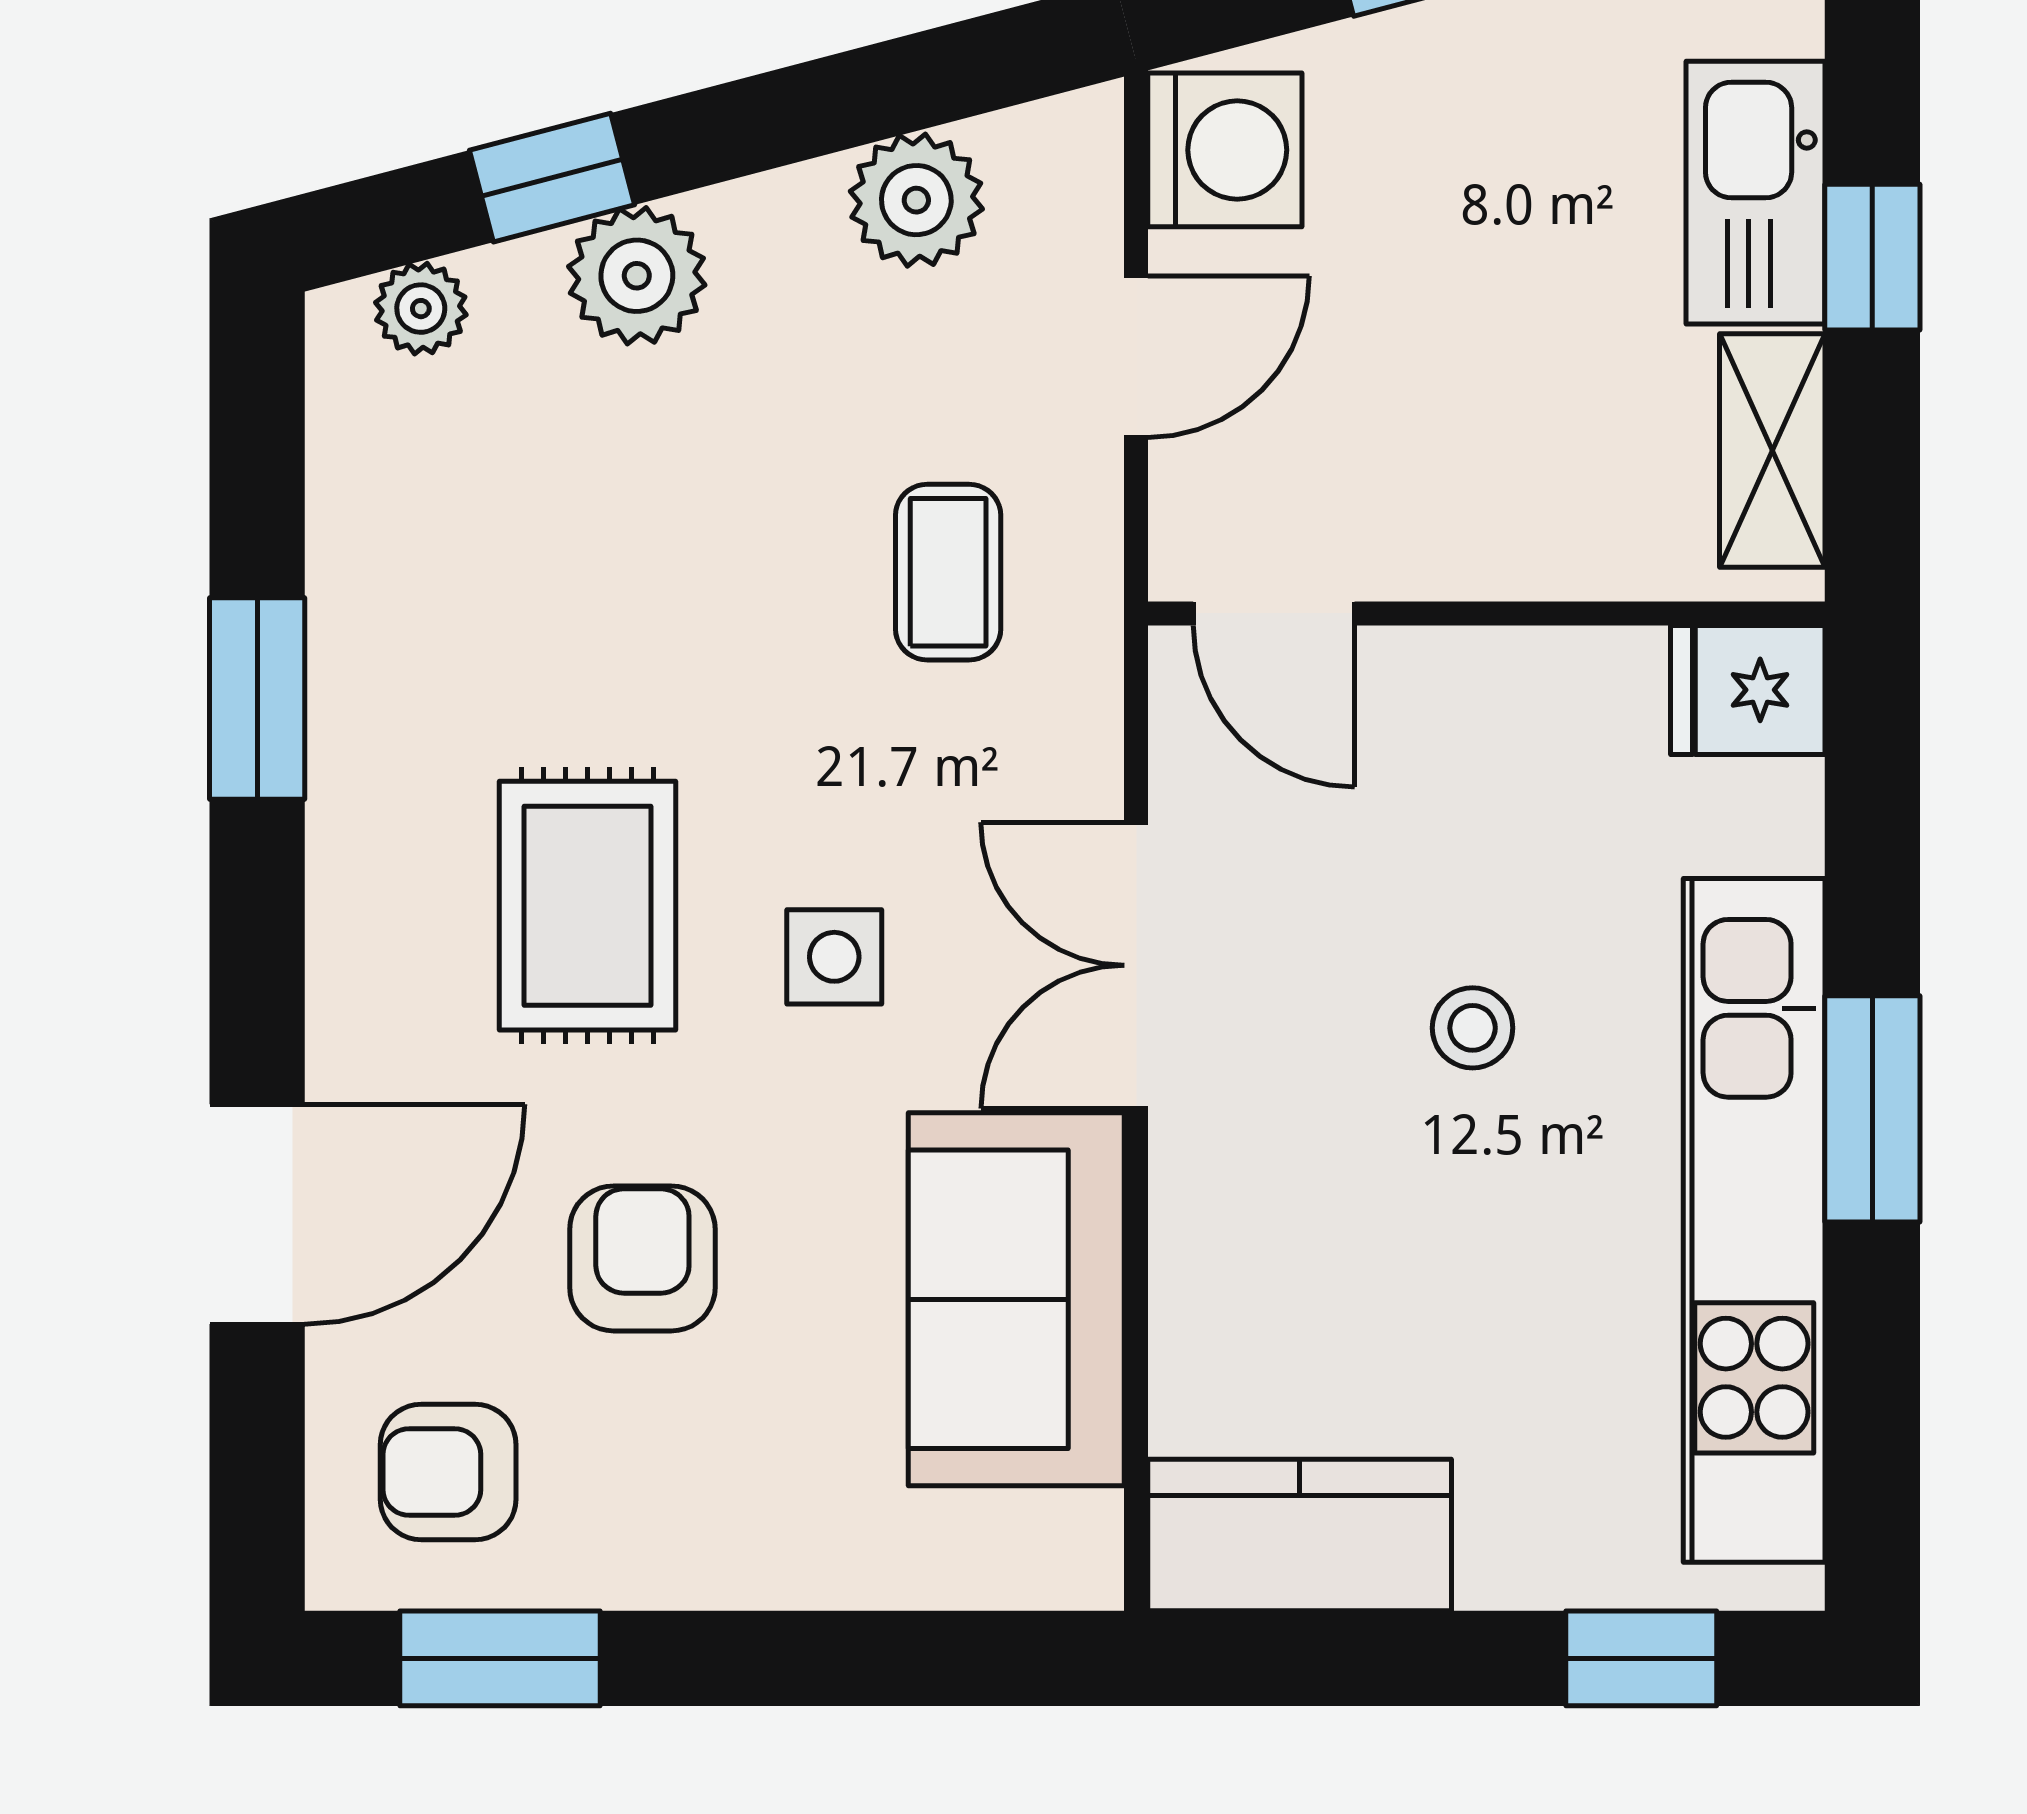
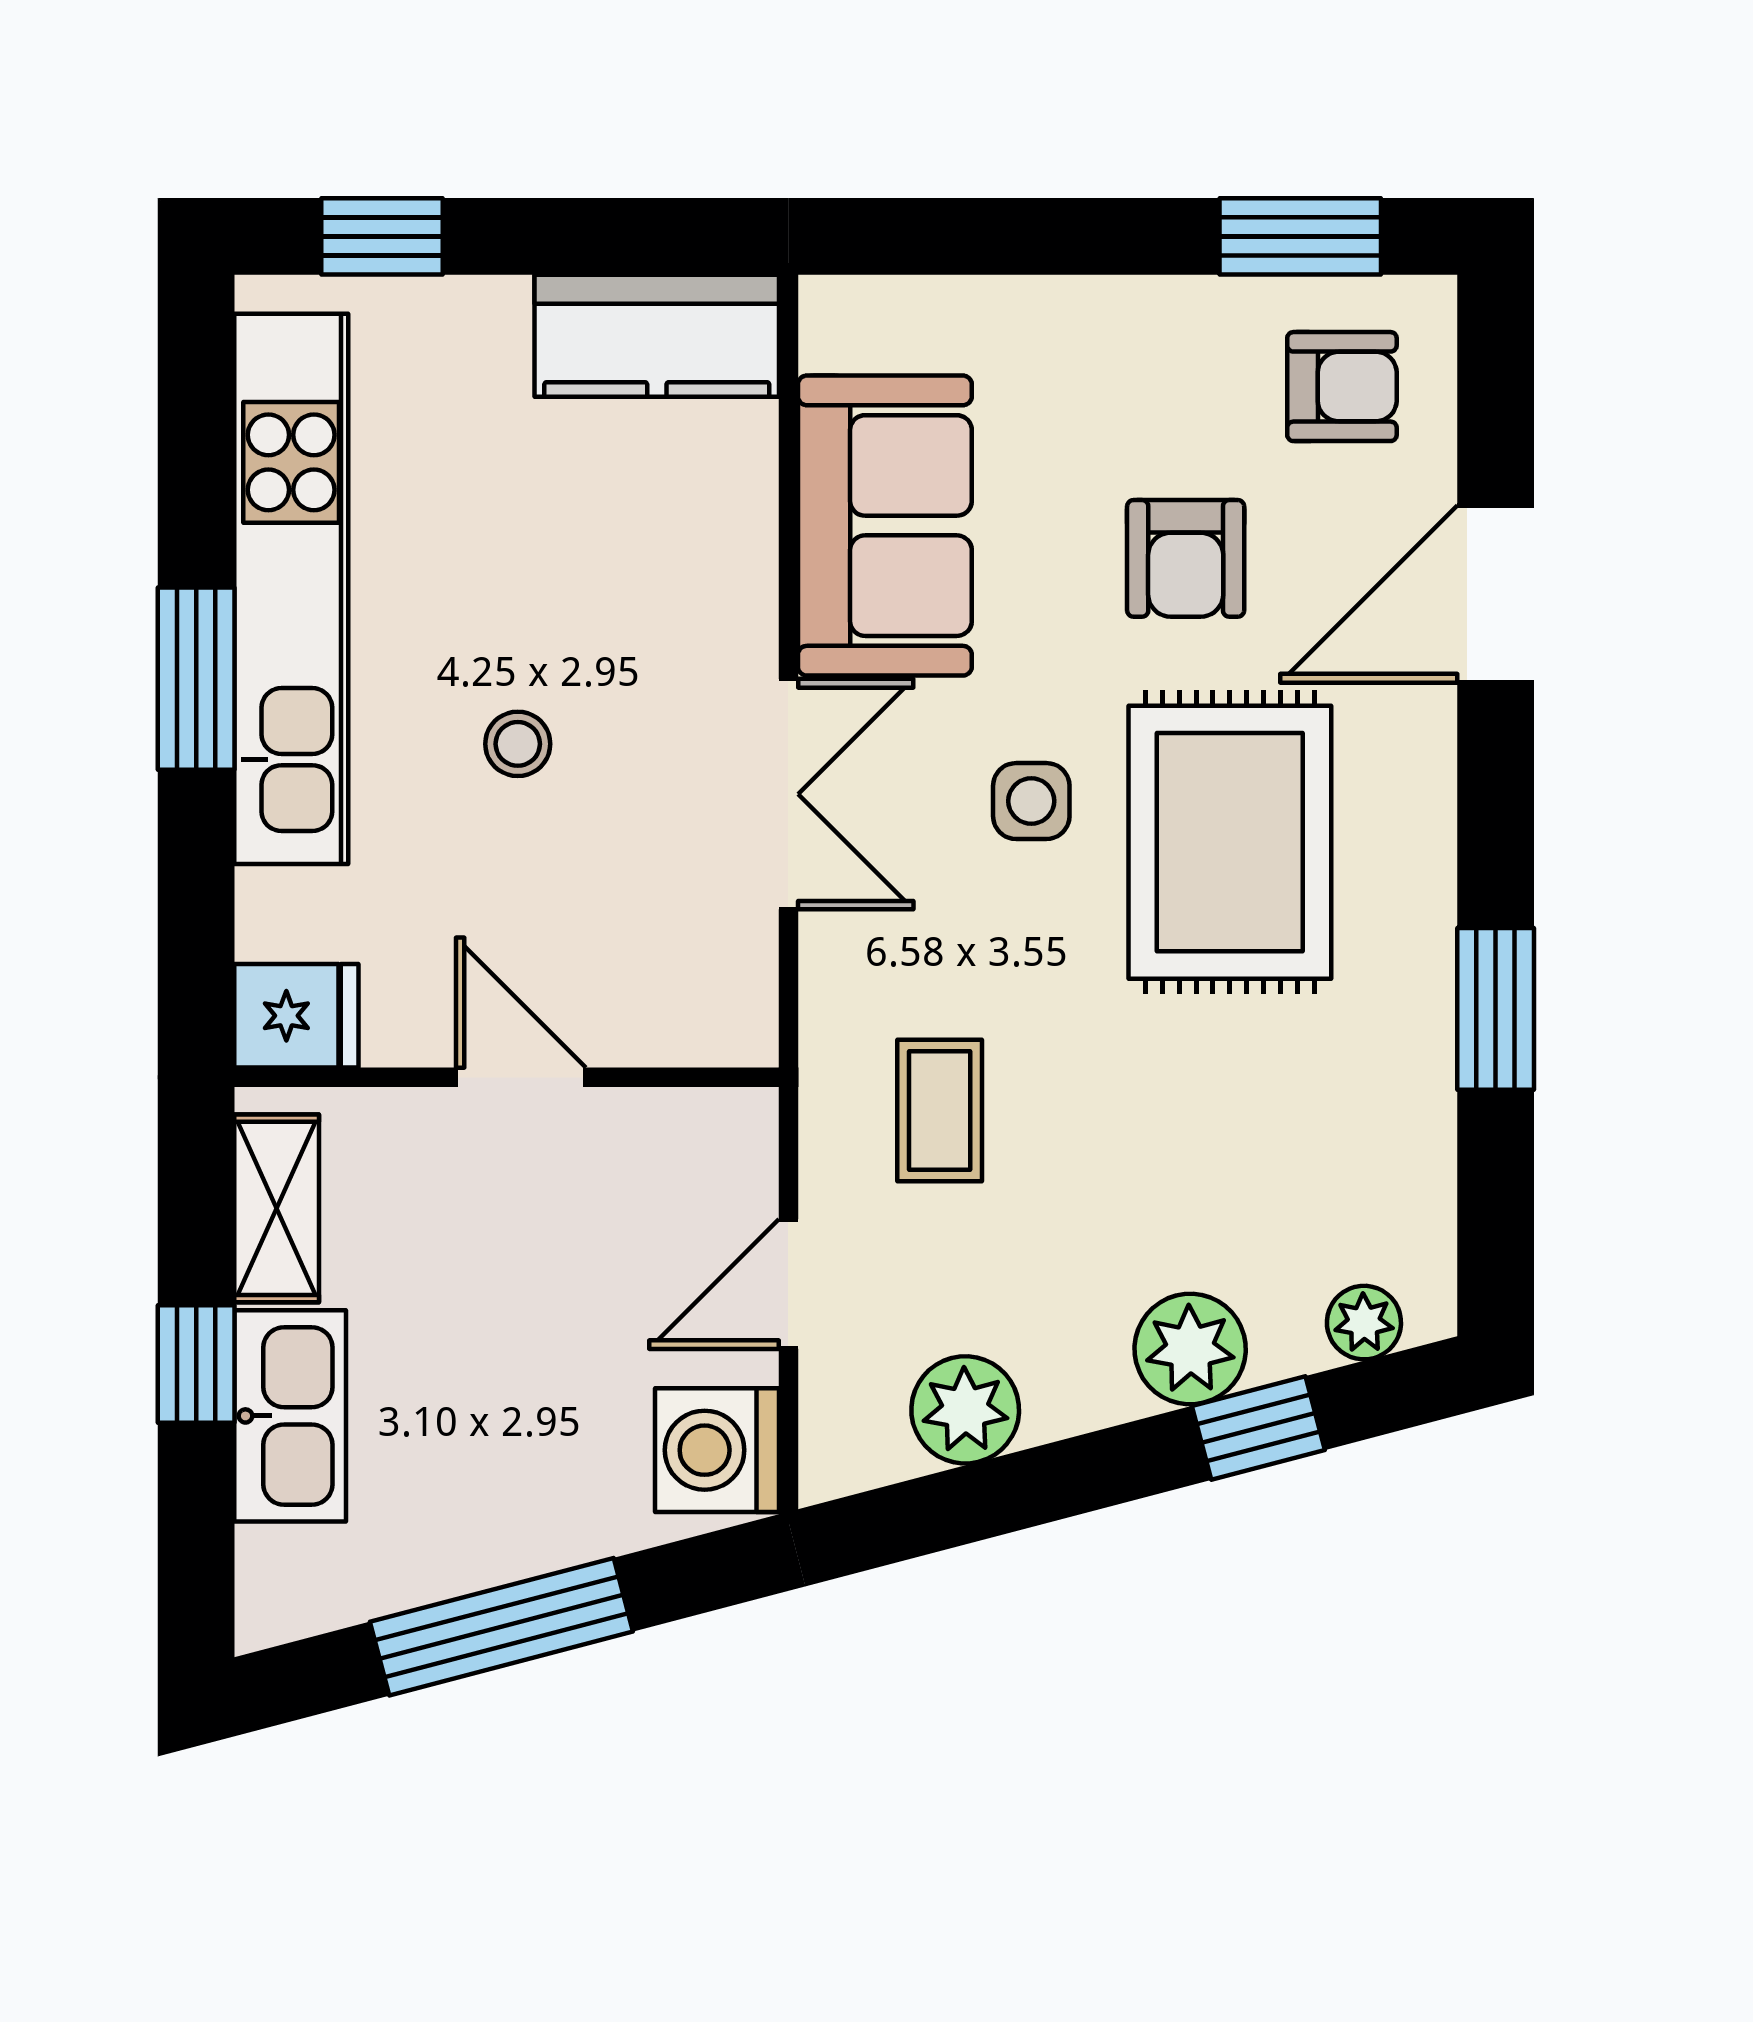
door: (1274, 613) -> (521, 1077), moved
rug: (587, 906) -> (1230, 842), width x1.36, depth x1.43

